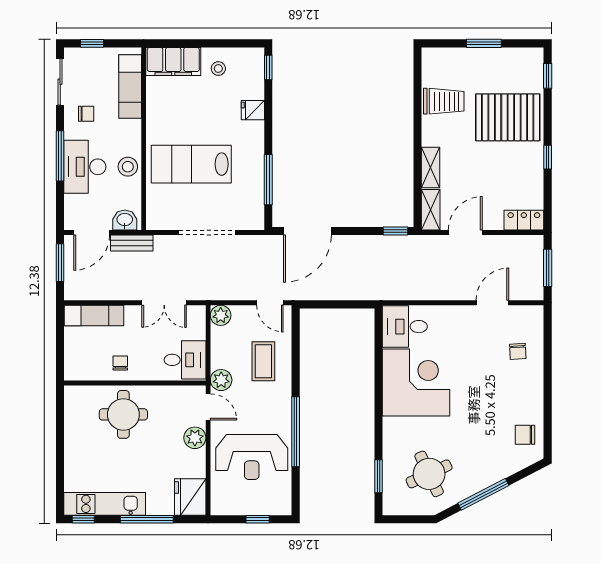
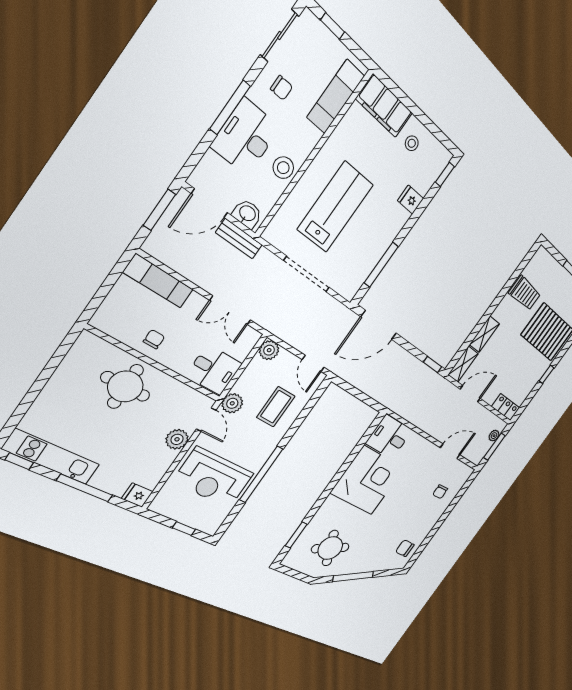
lab bench: (191, 164) -> (335, 207), turned 90
plant: (536, 257) -> (494, 436), added
fridge: (190, 497) -> (137, 495), width x0.53, depth x0.75

